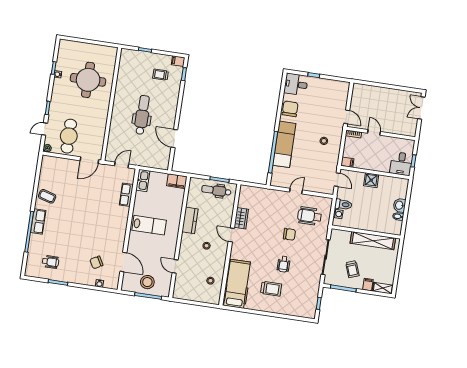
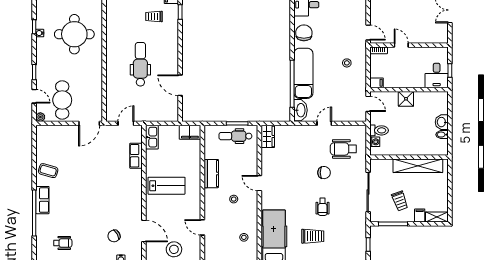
door: (45, 129) -> (34, 96), swing flipped
washbasin: (277, 176) -> (300, 110), added
wardrobe: (241, 218) -> (268, 136), moved

